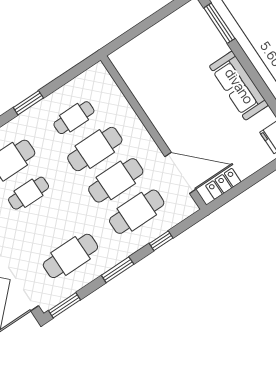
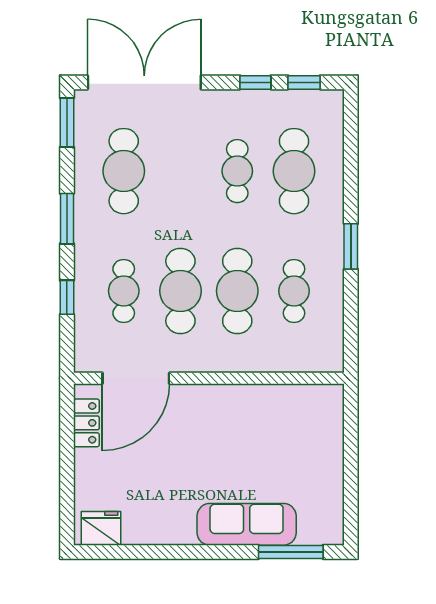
sofa: (239, 86) -> (247, 524), moved
cafe table: (137, 212) -> (124, 291), width x0.73, depth x0.74

